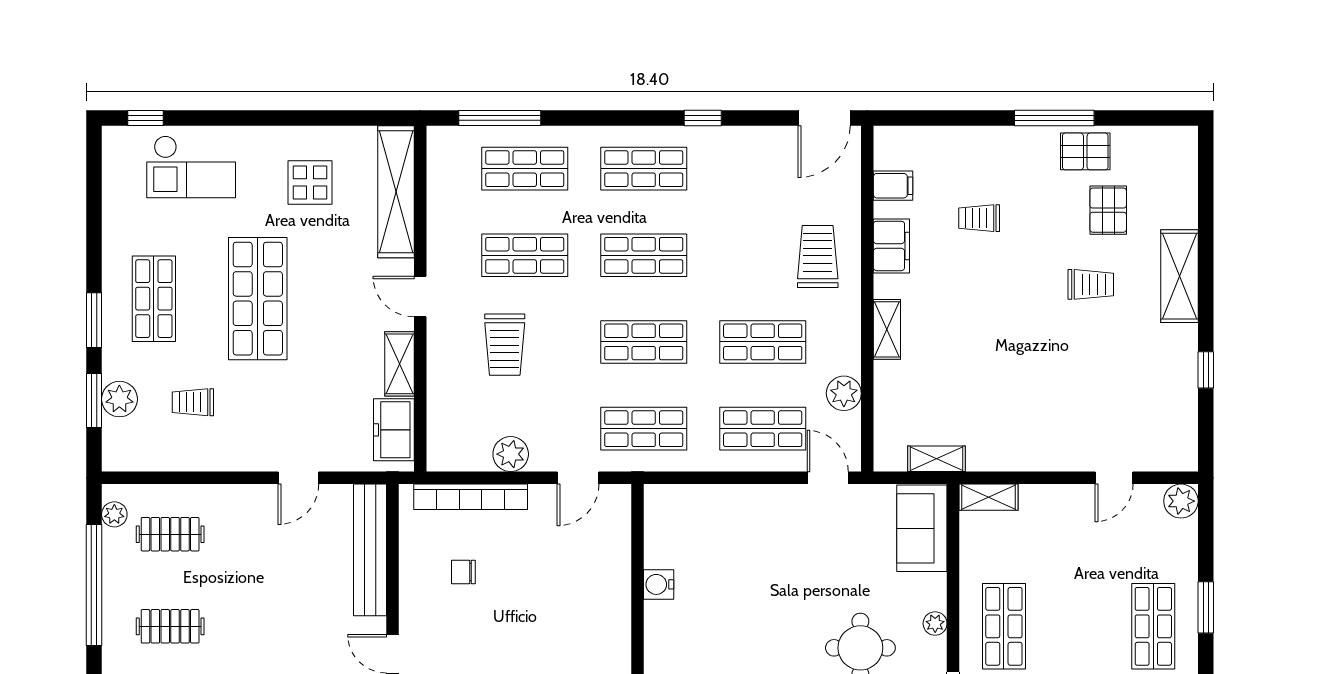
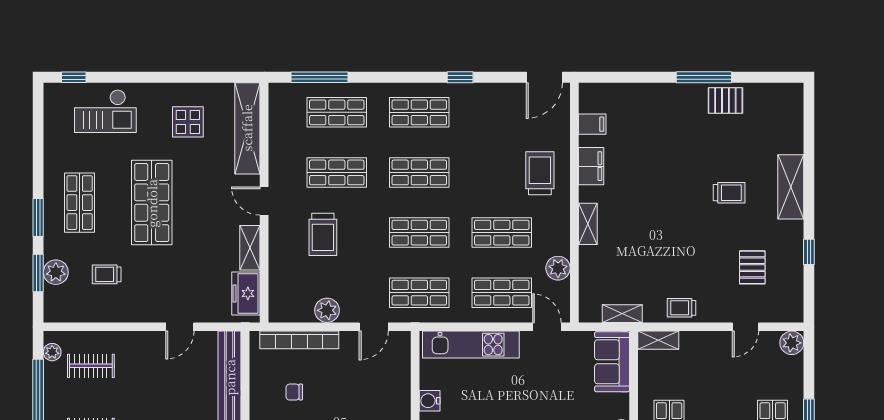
pallet: (1108, 210) -> (752, 267), moved
trolley: (979, 218) -> (682, 308), moved
kitchen unit: (718, 504) -> (471, 345), added

